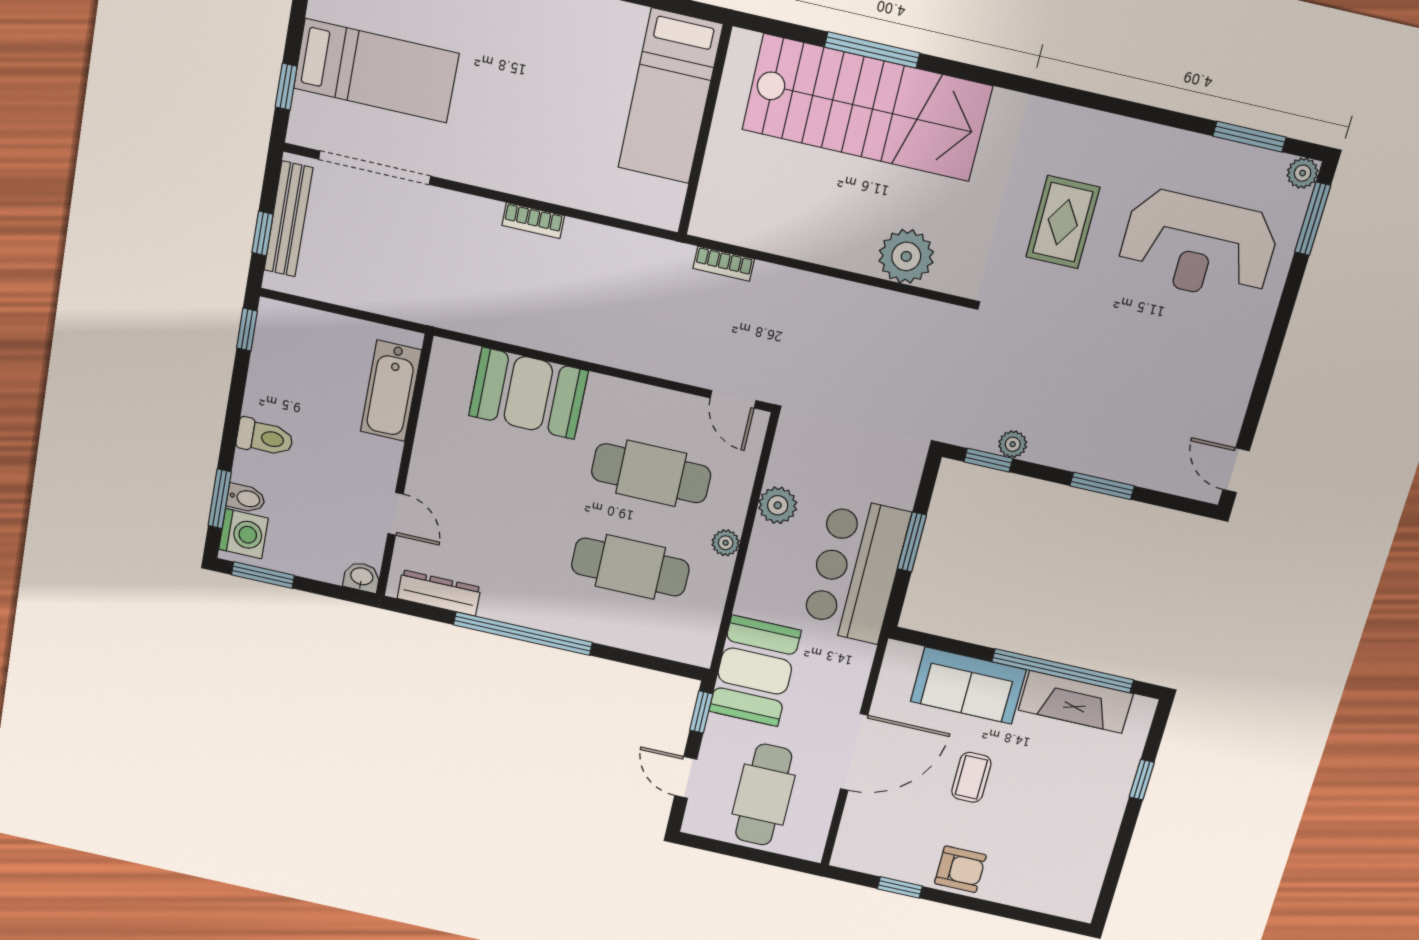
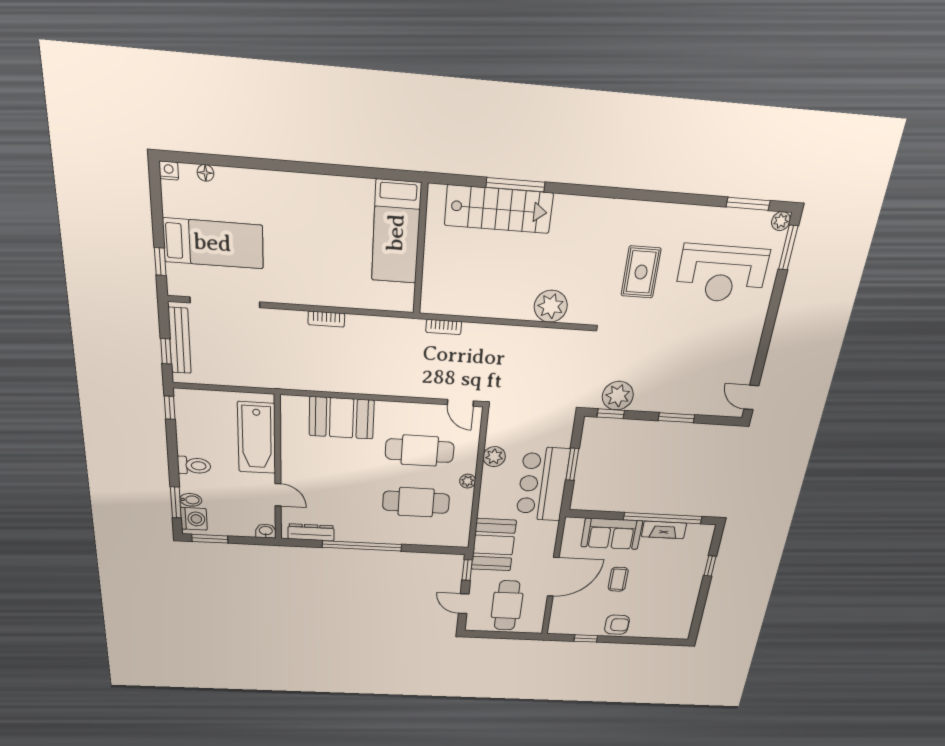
stairs: (867, 108) -> (499, 209), width x0.73, depth x0.66
bathtub: (391, 391) -> (257, 438), width x1.36, depth x1.36
plant: (1013, 444) -> (618, 396), width x1.88, depth x1.88
fireplace: (1076, 702) -> (664, 530), width x0.73, depth x0.76

